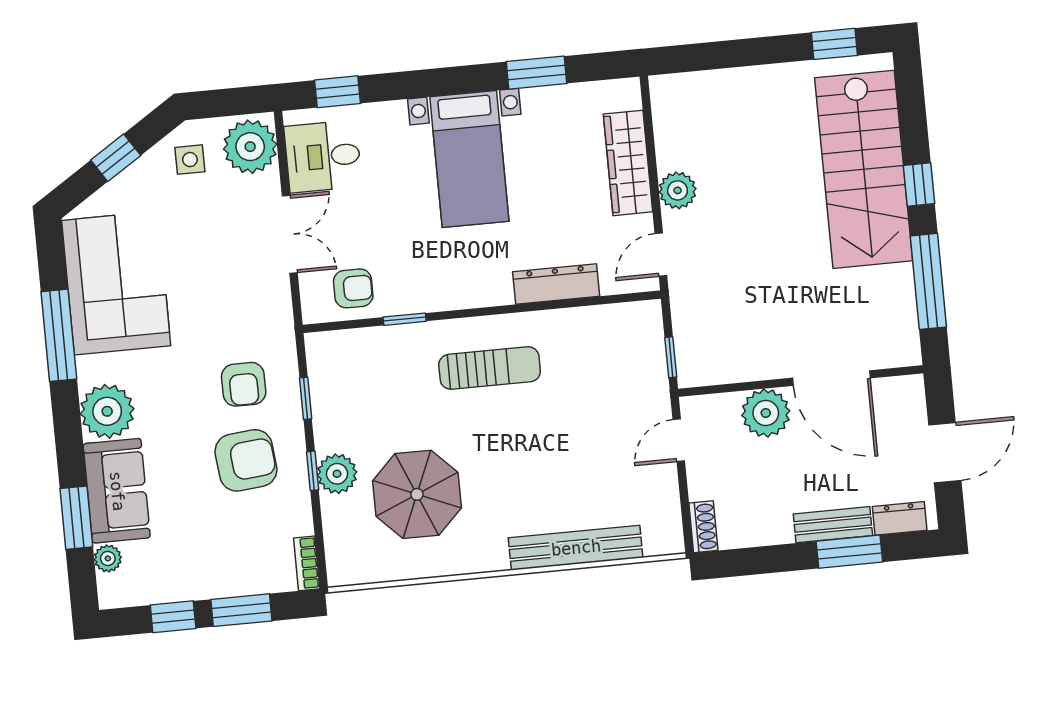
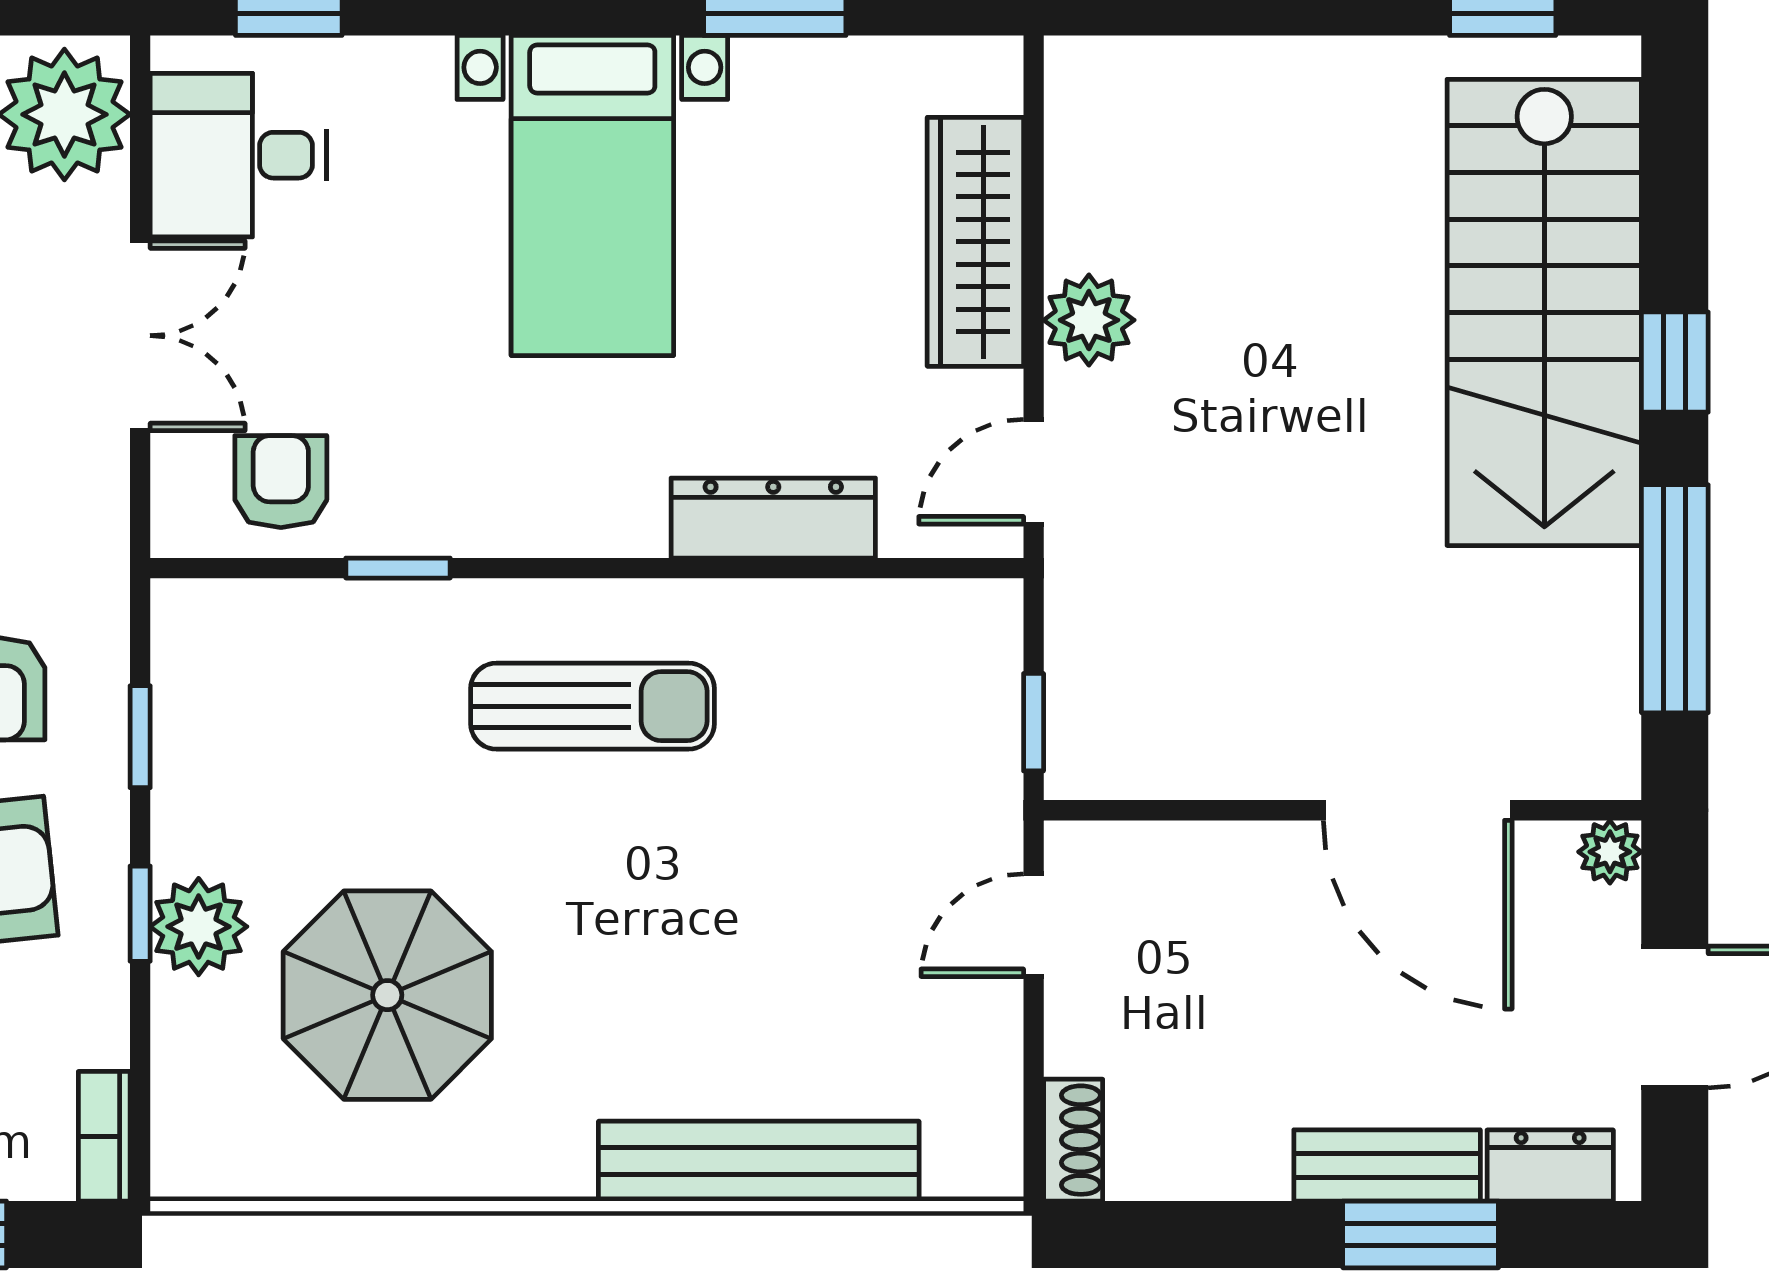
armchair: (353, 288) -> (281, 482), turned -90
plant: (766, 413) -> (1610, 852), moved, width x0.53, depth x0.53

